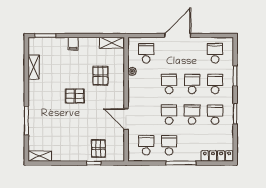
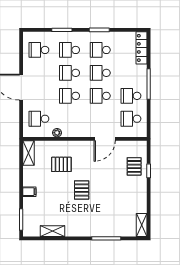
pallet: (98, 148) -> (134, 166), turned 90

